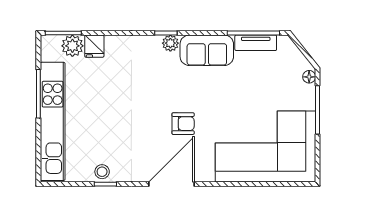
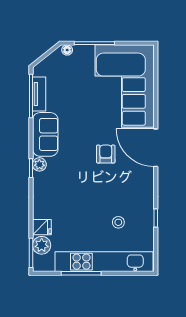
stool: (102, 172) -> (118, 222), moved
door: (172, 184) -> (156, 148), moved

